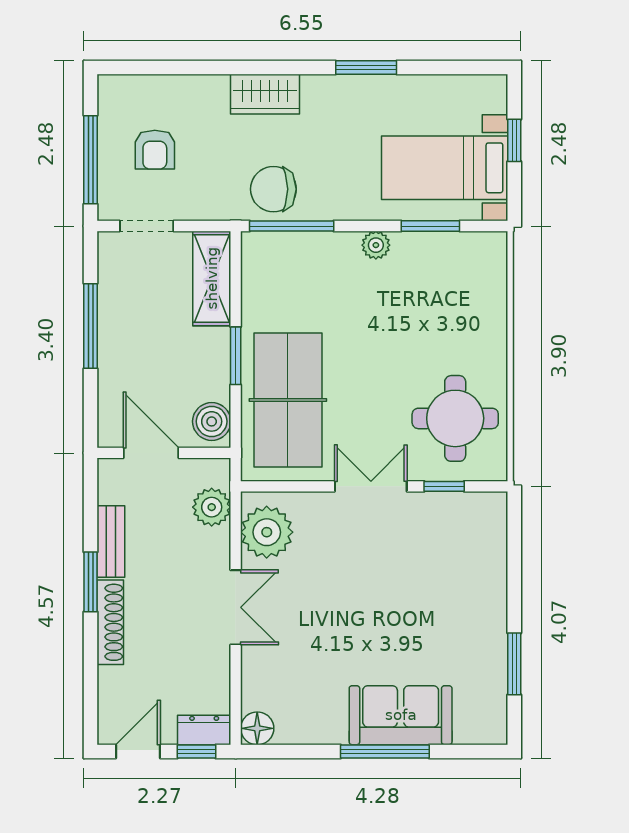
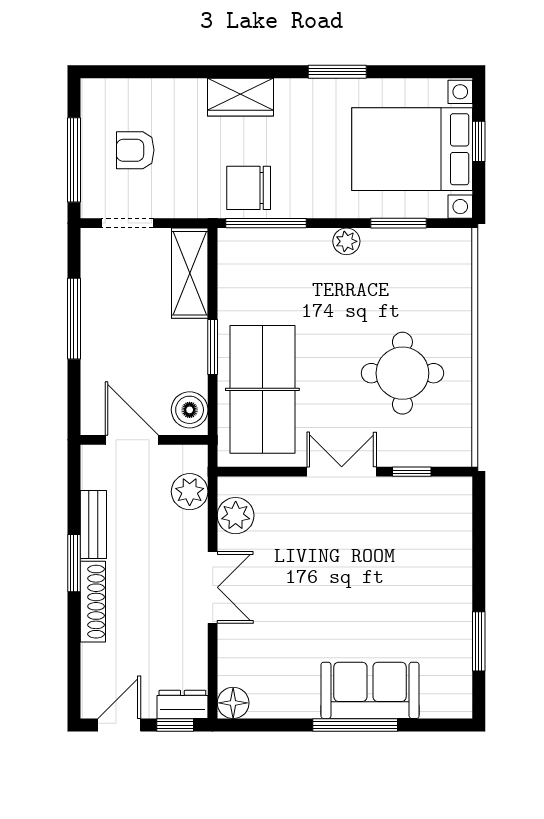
armchair: (155, 150) -> (135, 150), turned 90
bed with nightstands: (445, 168) -> (412, 149), width x1.36
round table: (455, 418) -> (402, 373), moved
plant: (267, 532) -> (236, 516), width x0.73, depth x0.73

